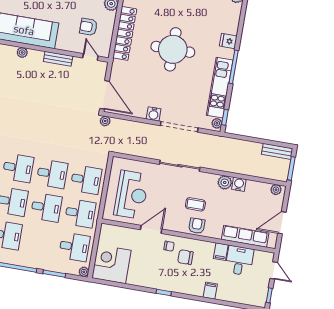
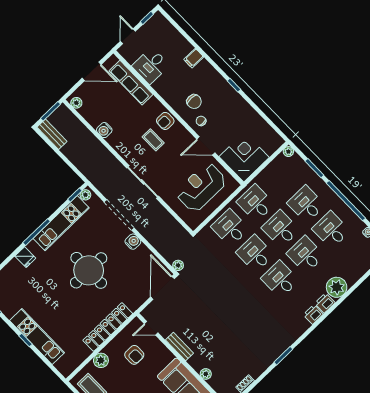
round table: (173, 49) -> (89, 270), moved
door: (90, 57) -> (151, 328), hinge flipped
plant: (225, 182) -> (115, 140), removed
desk: (74, 247) -> (306, 204), moved
filing cabinet: (221, 252) -> (161, 84), removed
corner desk: (111, 264) -> (244, 157), moved, turned 180

